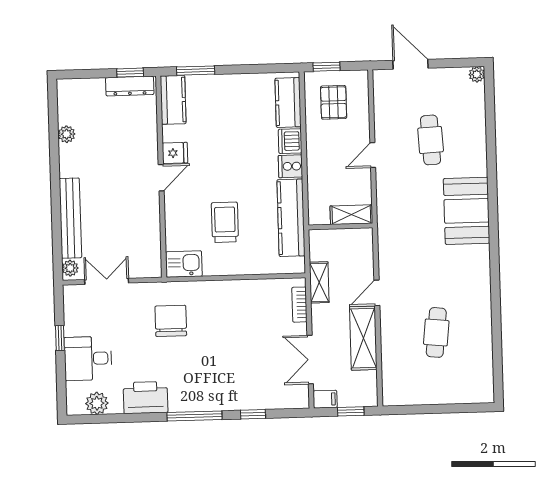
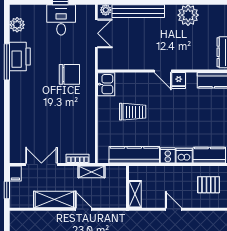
plant: (67, 134) -> (188, 15), width x1.88, depth x1.88
desk: (88, 358) -> (61, 20), moved
window: (253, 414) -> (7, 126), removed
window: (194, 416) -> (7, 62), moved

